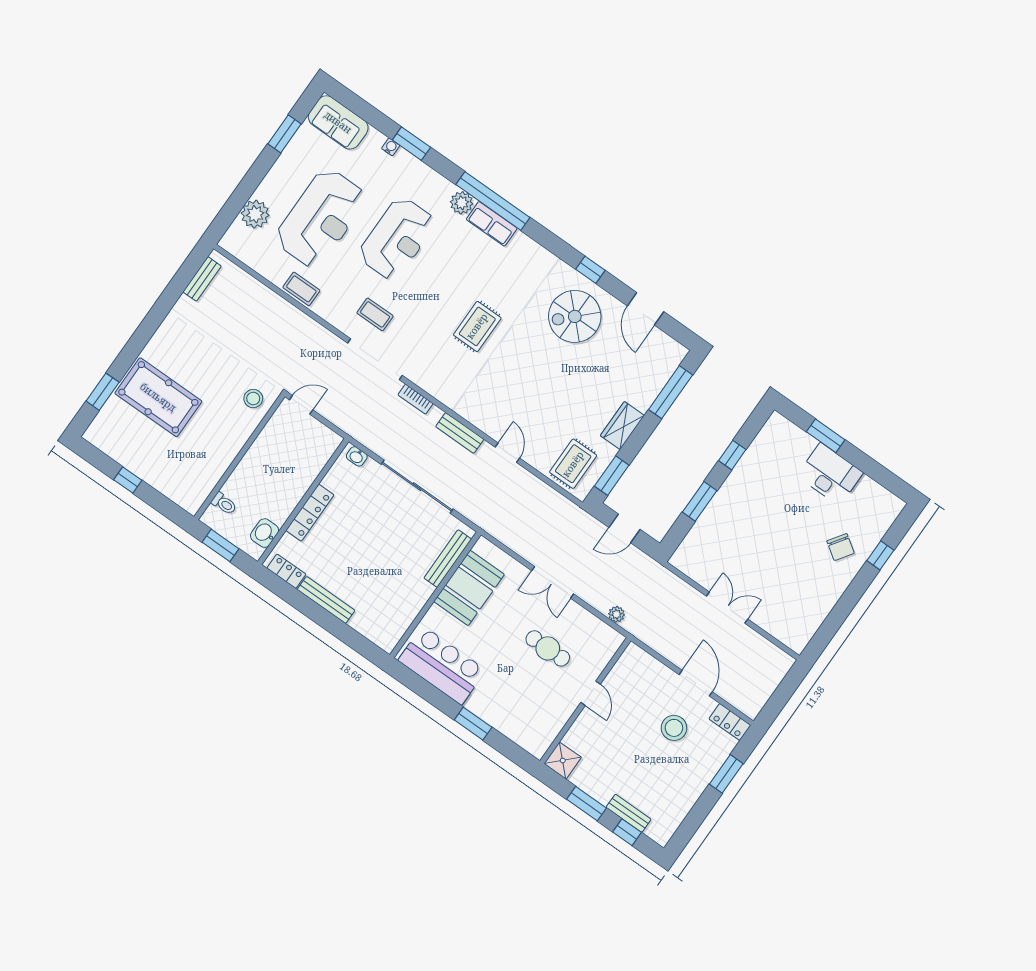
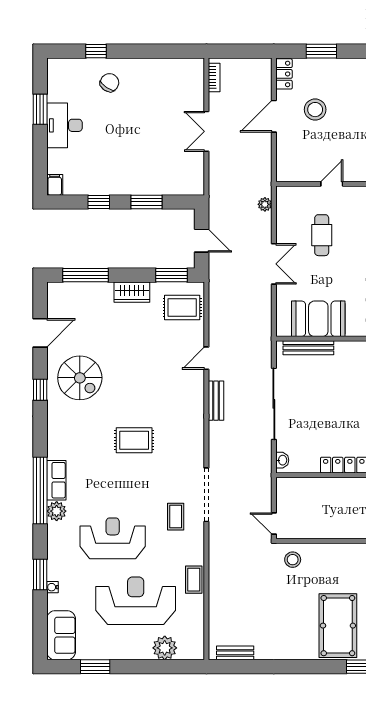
bookcase: (416, 399) -> (214, 78), moved
filing cabinet: (779, 424) -> (55, 185), added
window: (826, 436) -> (40, 109), moved

